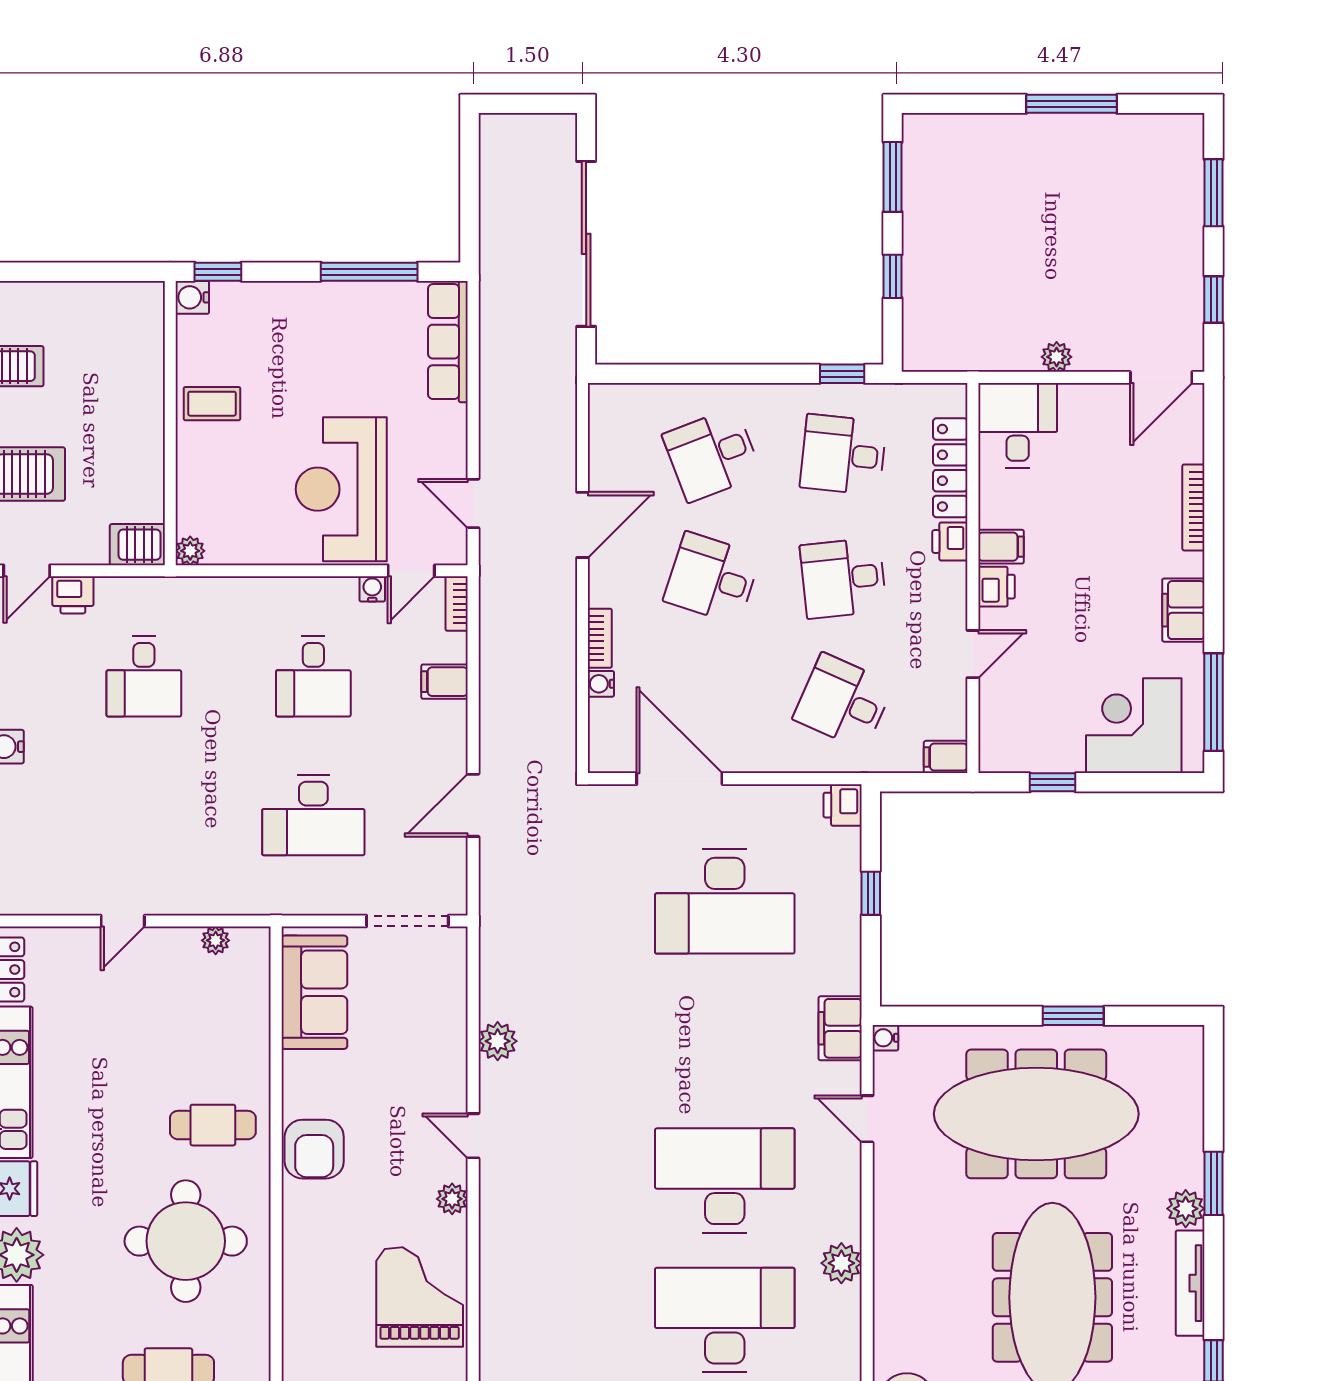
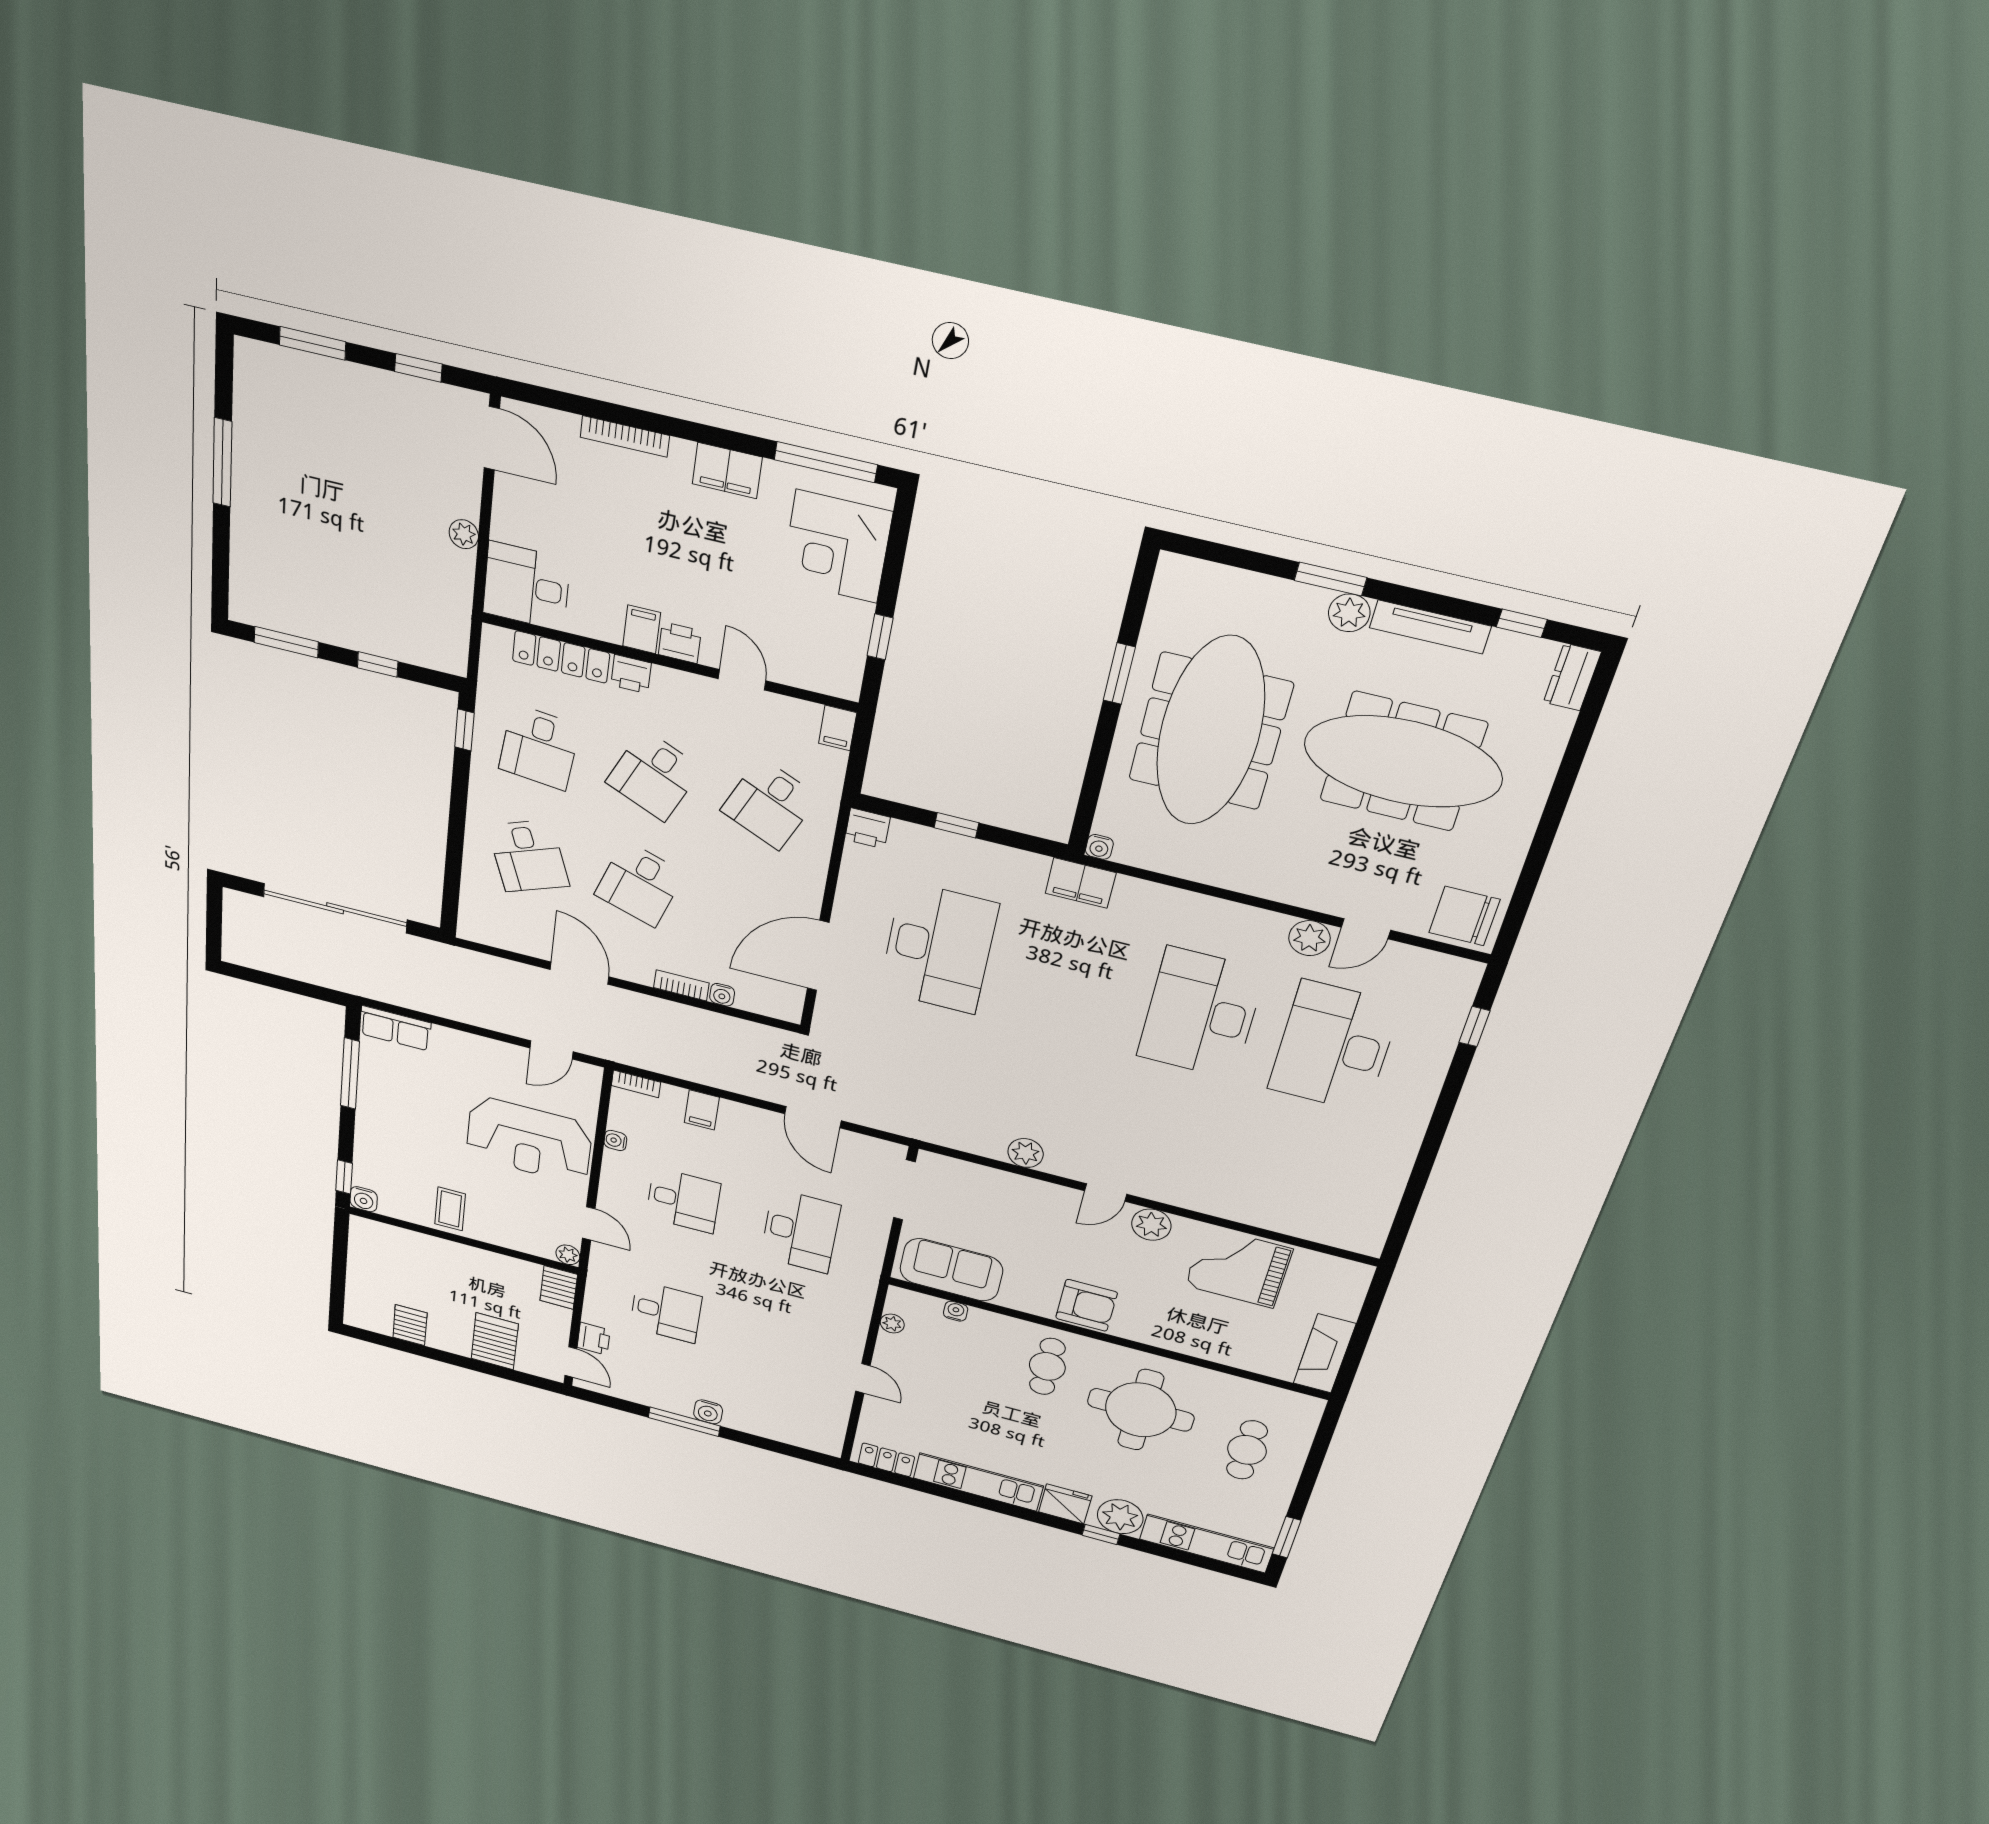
row of seats: (448, 342) -> (395, 1028), width x0.68
door: (411, 571) -> (589, 1223), moved
desk: (843, 578) -> (654, 775), turned 30
water cooler: (258, 1008) -> (956, 1311), added
door: (867, 1119) -> (1366, 929), moved
plant: (452, 1199) -> (1151, 1225), width x1.38, depth x1.38

